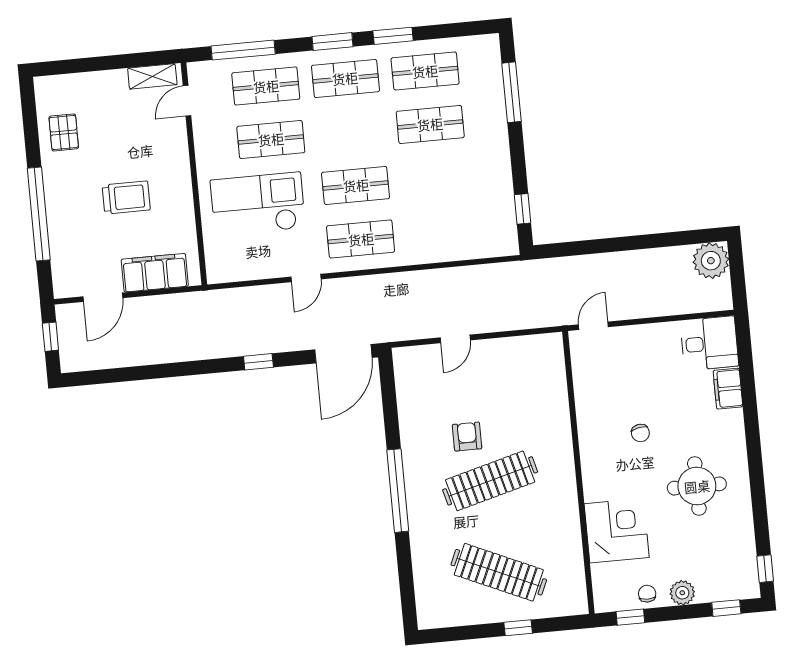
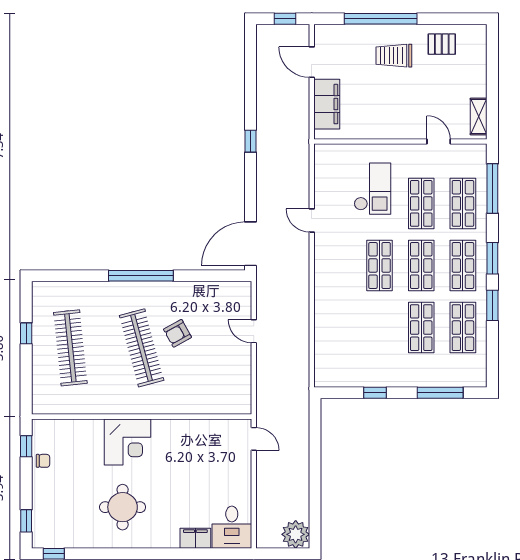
door: (187, 101) -> (439, 142), moved
trolley: (126, 198) -> (394, 56), moved, turned 90
checkout: (258, 204) -> (372, 189), width x0.73, depth x0.83
window: (523, 209) -> (375, 393), moved
shop shelf: (361, 239) -> (421, 265), moved
door: (343, 354) -> (251, 244), hinge flipped
window: (258, 362) -> (251, 141), moved
chair: (640, 433) -> (168, 467), removed
armchair: (467, 437) -> (177, 333), turned 151
corner desk: (617, 531) -> (127, 442), moved
clothes rail: (499, 572) -> (70, 348), turned -30
plant: (682, 593) -> (41, 488), removed
window: (518, 628) -> (26, 333), moved

